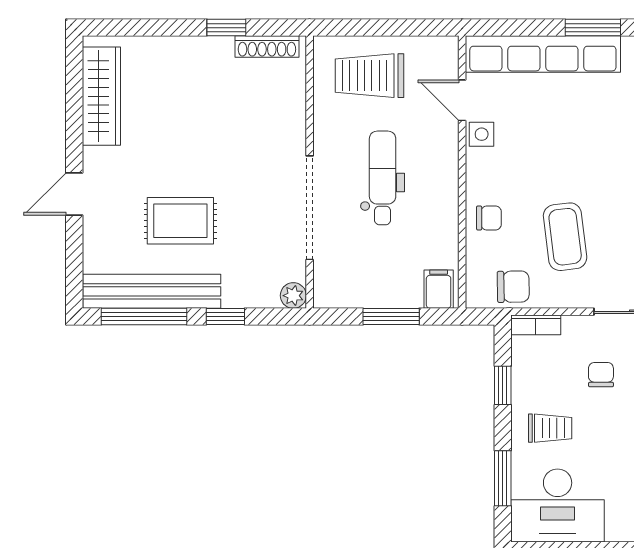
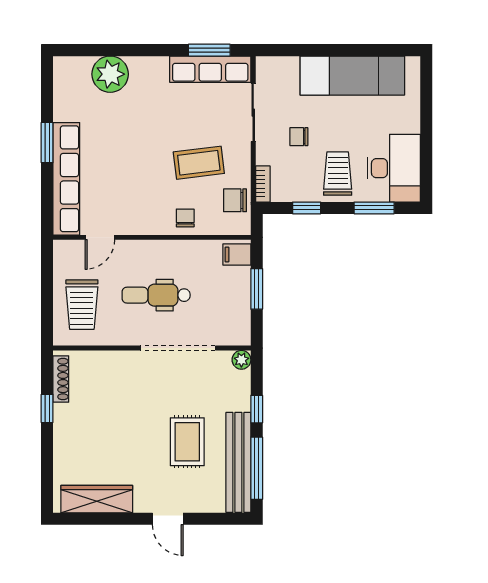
side table: (482, 134) -> (124, 223), removed
chair: (513, 287) -> (235, 200), turned -89
trolley: (550, 428) -> (338, 174), width x1.36, depth x1.39

